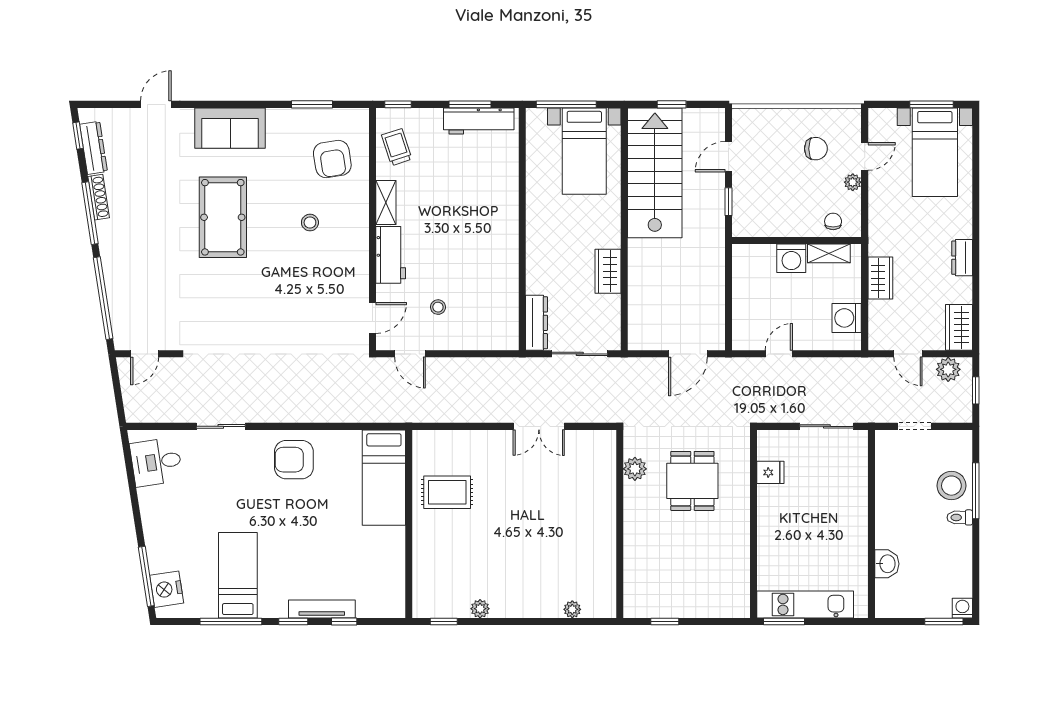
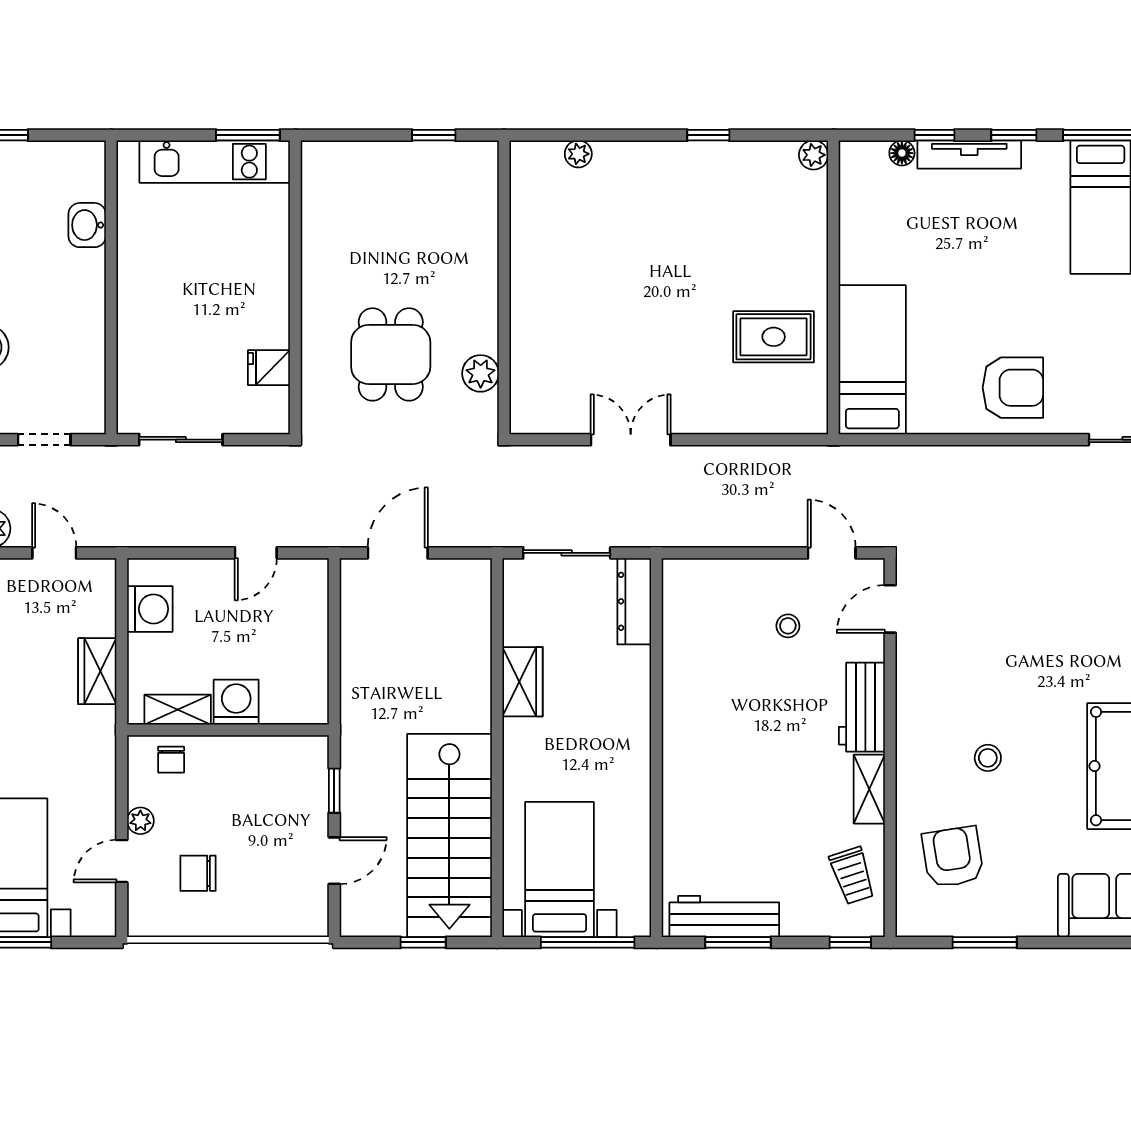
plant: (480, 609) -> (814, 155), moved
floor lamp: (365, 610) -> (902, 153), added
window: (444, 621) -> (708, 135), moved

